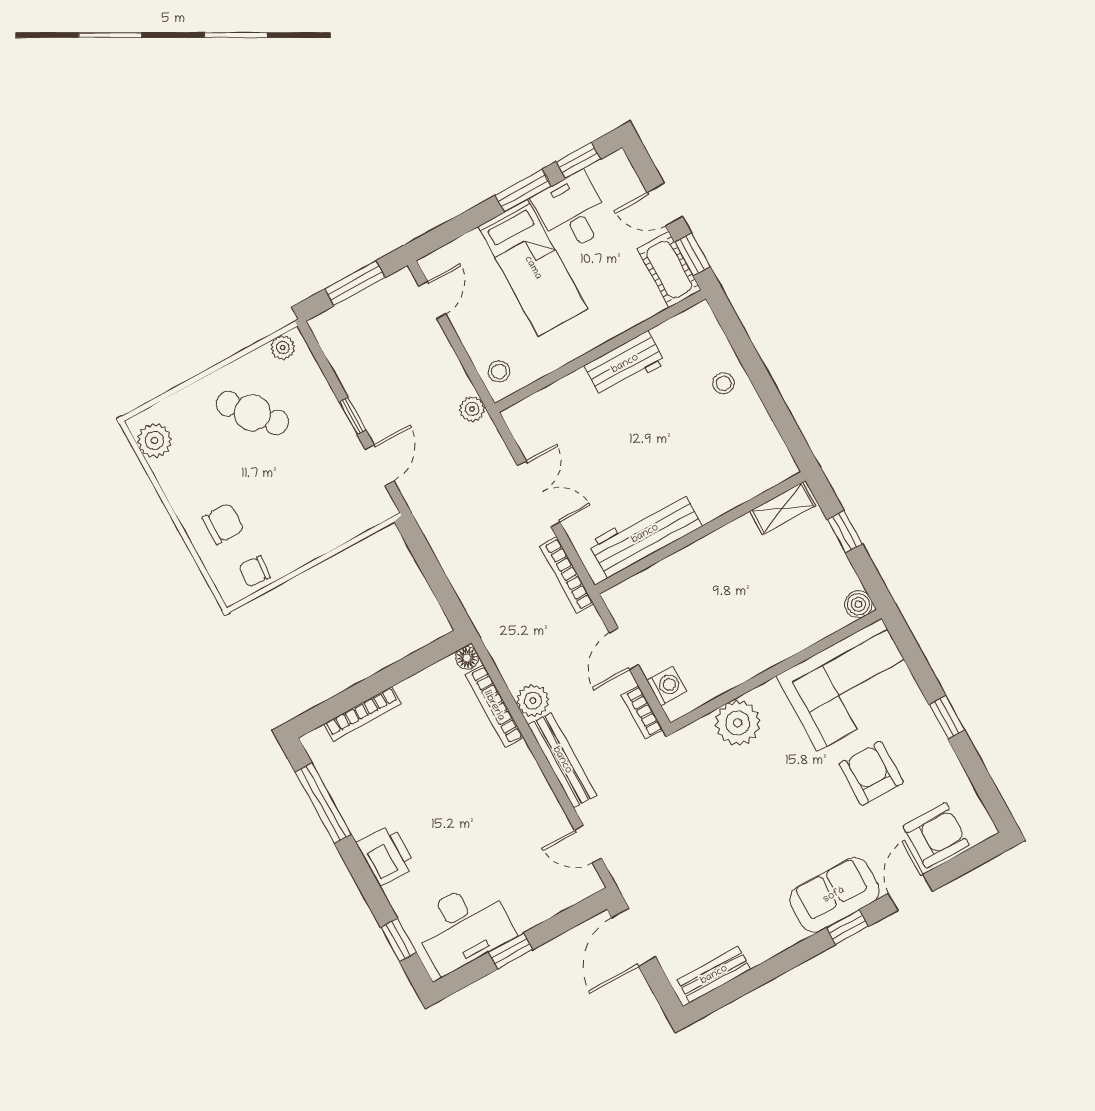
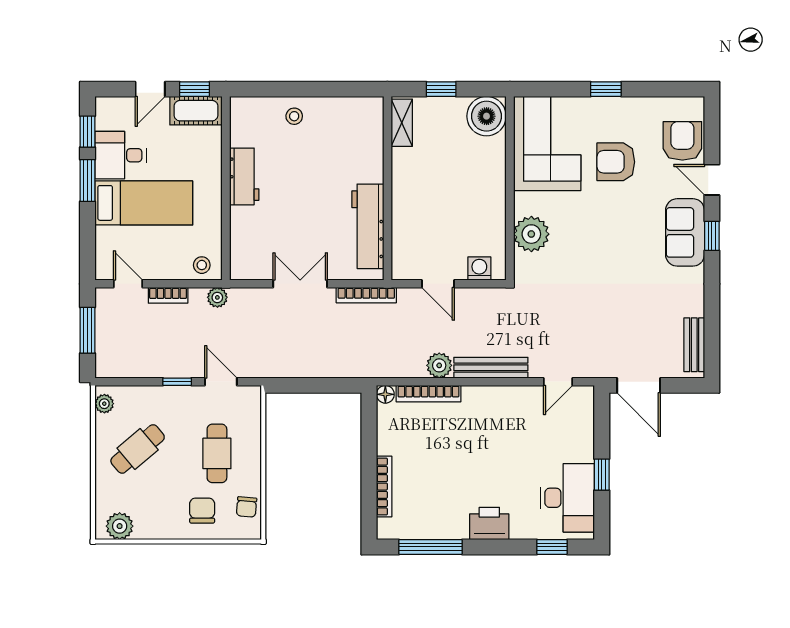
cafe table: (296, 505) -> (217, 453), added
boiler: (858, 604) -> (487, 116), width x1.86, depth x1.86
bookcase: (642, 712) -> (168, 295), moved

